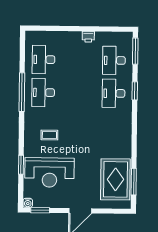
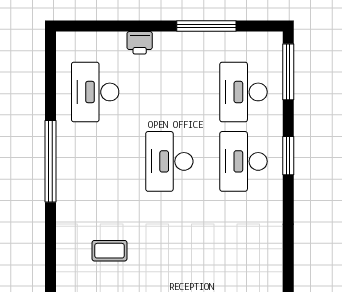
window: (97, 29) -> (206, 26), added
printer: (88, 37) -> (140, 43), moved
desk: (43, 92) -> (169, 161), moved

